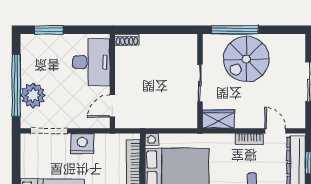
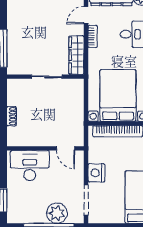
shoe rack: (127, 40) -> (12, 116), moved
spiral stairs: (246, 59) -> (27, 39), removed
wardrobe: (218, 119) -> (76, 55), width x1.50

